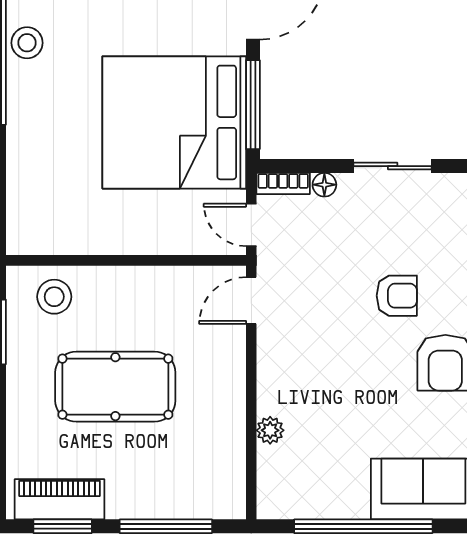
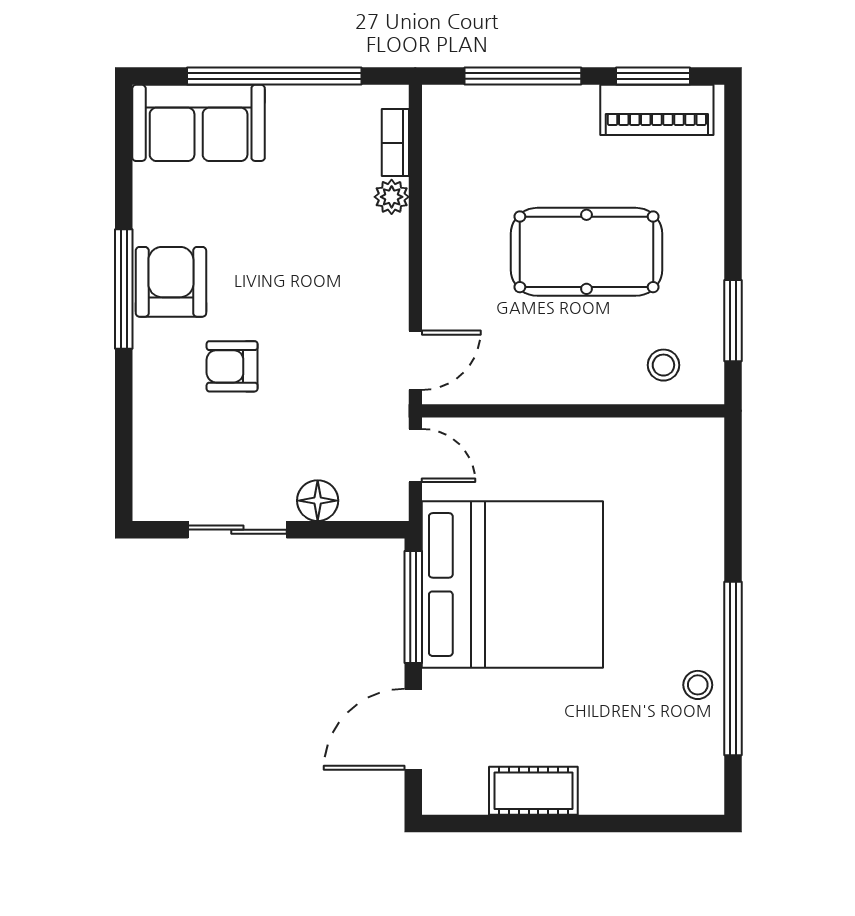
stool: (27, 43) -> (698, 685), width x0.73, depth x0.73
bookcase: (283, 184) -> (395, 143), moved, turned -90
floor lamp: (324, 185) -> (318, 501), width x1.37, depth x1.37
stool: (54, 297) -> (663, 365), width x0.73, depth x0.73

